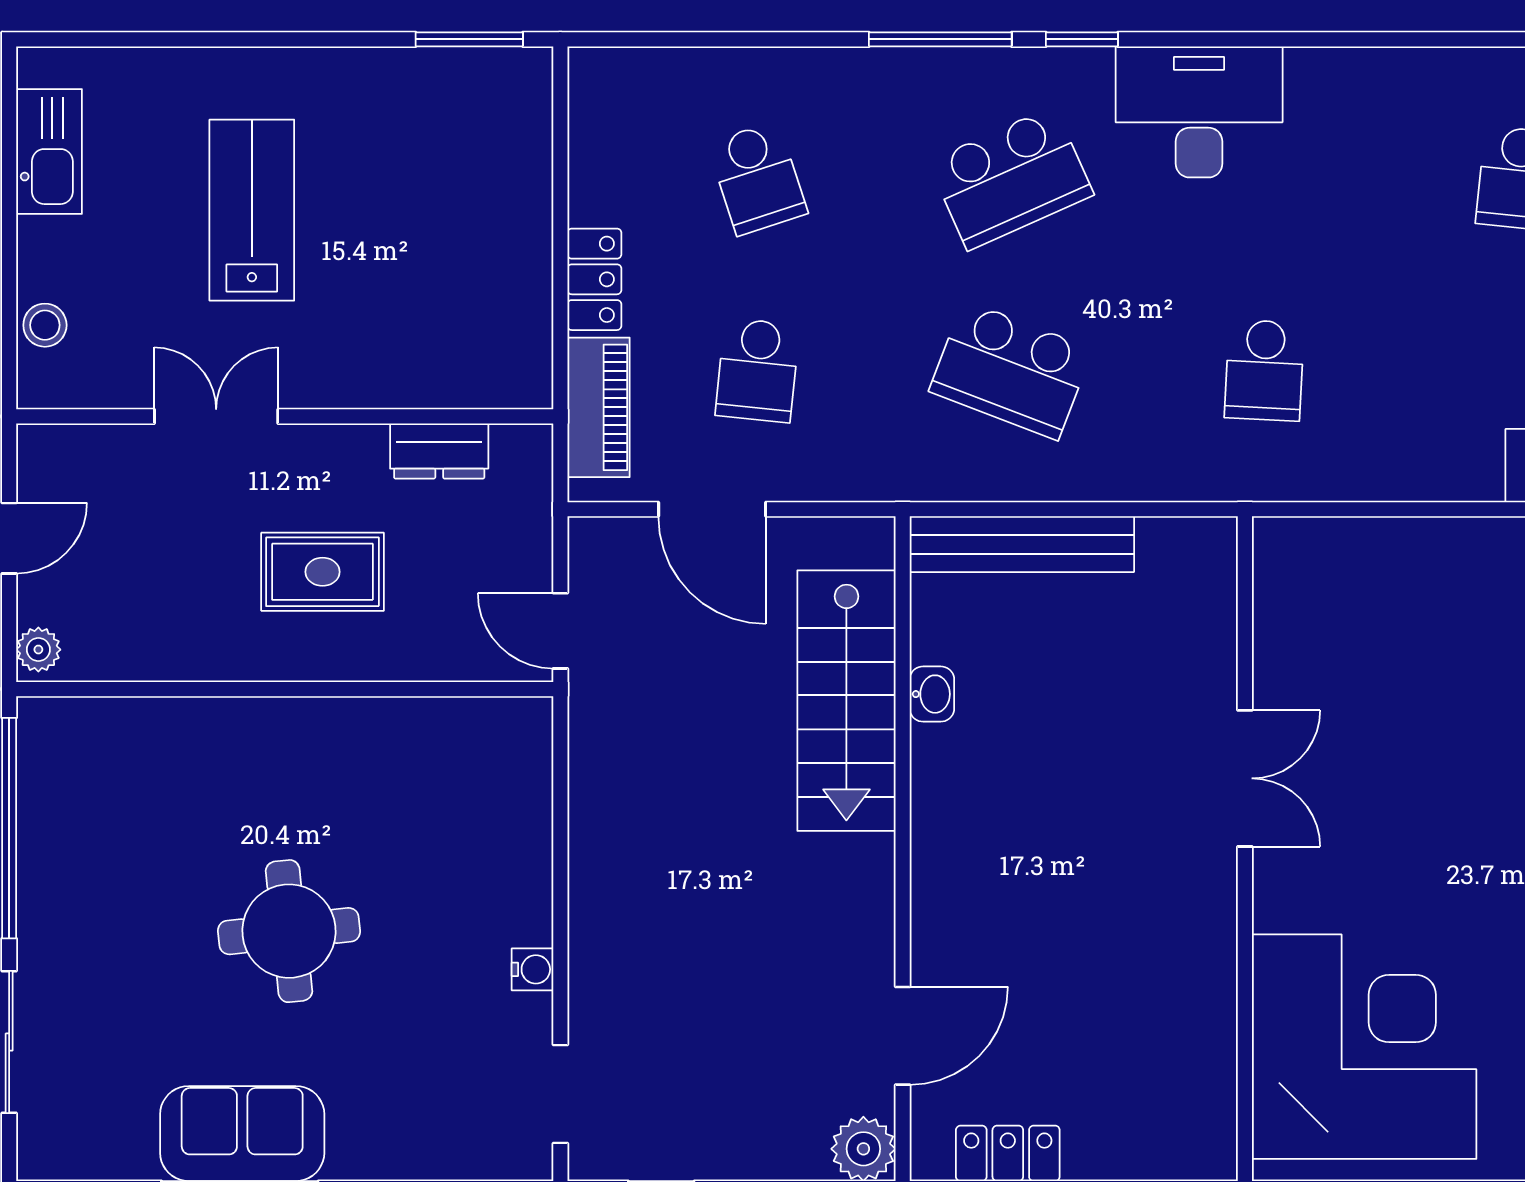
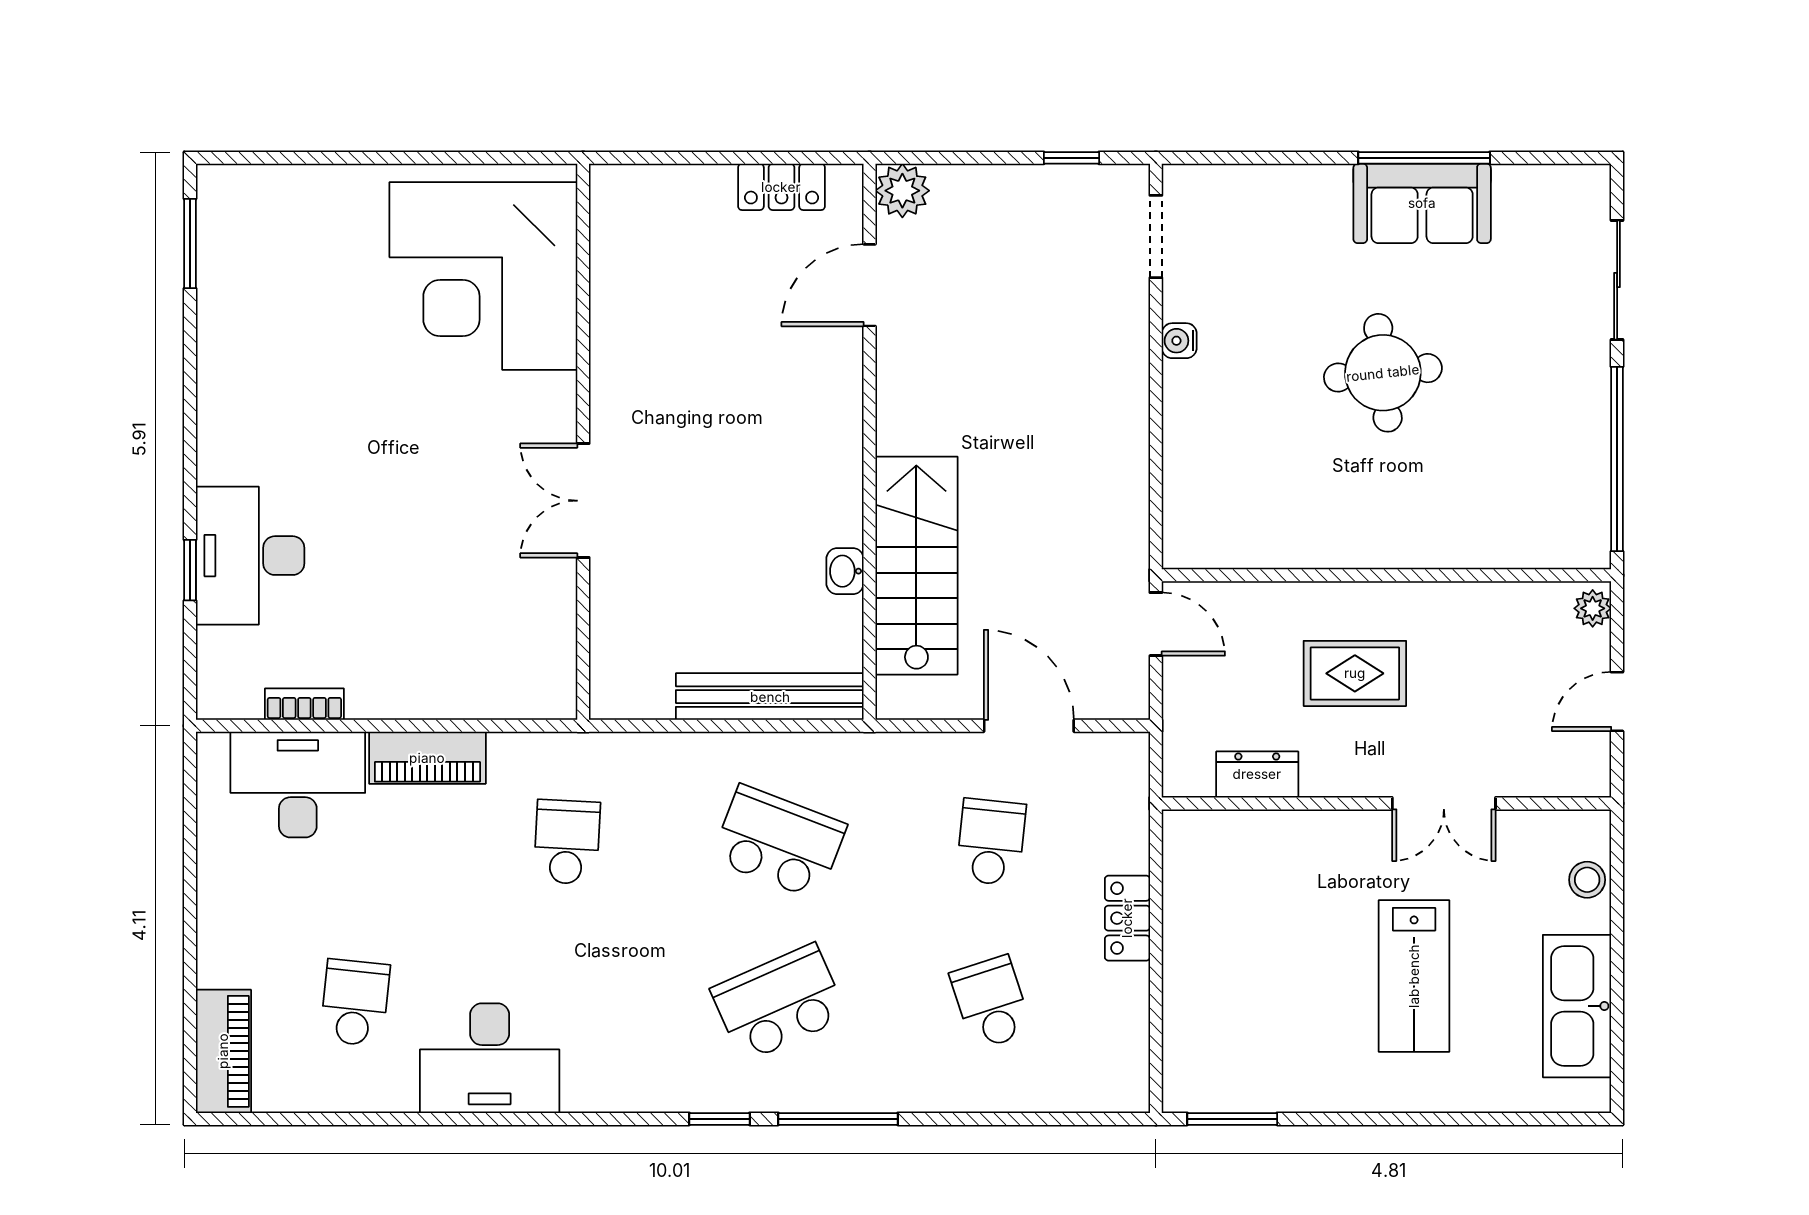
desk: (1199, 112) -> (490, 1058), moved
kitchen sink: (49, 152) -> (1577, 1006), width x1.36, depth x1.24
piano: (599, 407) -> (427, 758), moved, turned -90

